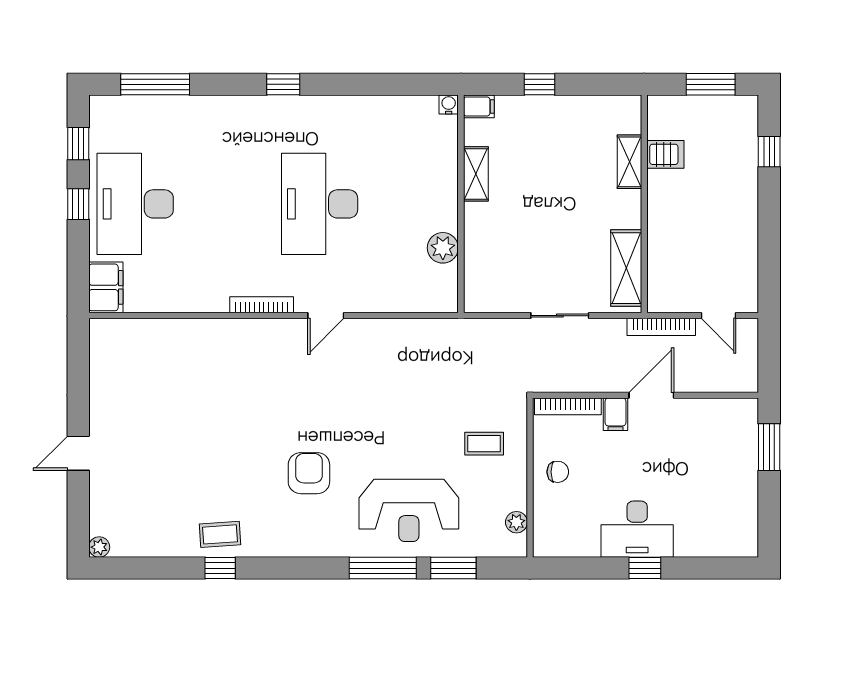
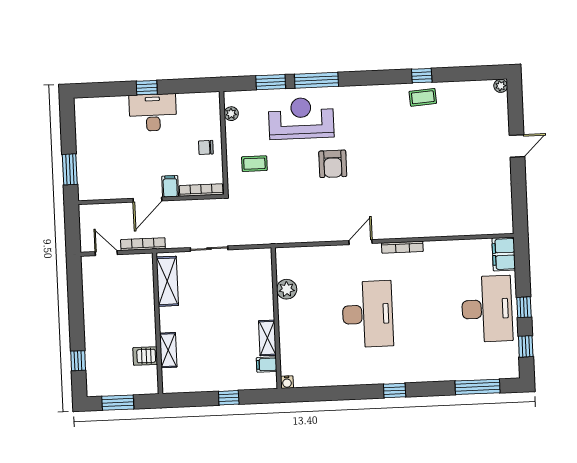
filing cabinet: (479, 106) -> (267, 365), moved
armchair: (309, 473) -> (333, 164), moved

